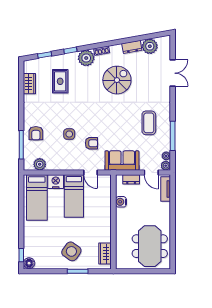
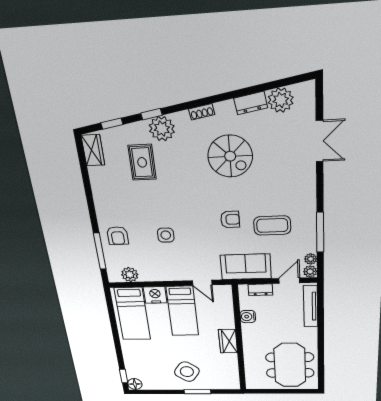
plant: (86, 58) -> (162, 129), moved
spiral stairs: (117, 80) -> (230, 156), turned 90
wardrobe: (29, 84) -> (93, 150), moved
coffee table: (149, 123) -> (272, 225), moved, turned 90
armchair: (91, 143) -> (230, 219), moved
door: (151, 173) -> (289, 281), swing flipped
tv unit: (166, 189) -> (311, 306), width x1.41
wardrobe: (105, 254) -> (228, 341), moved

